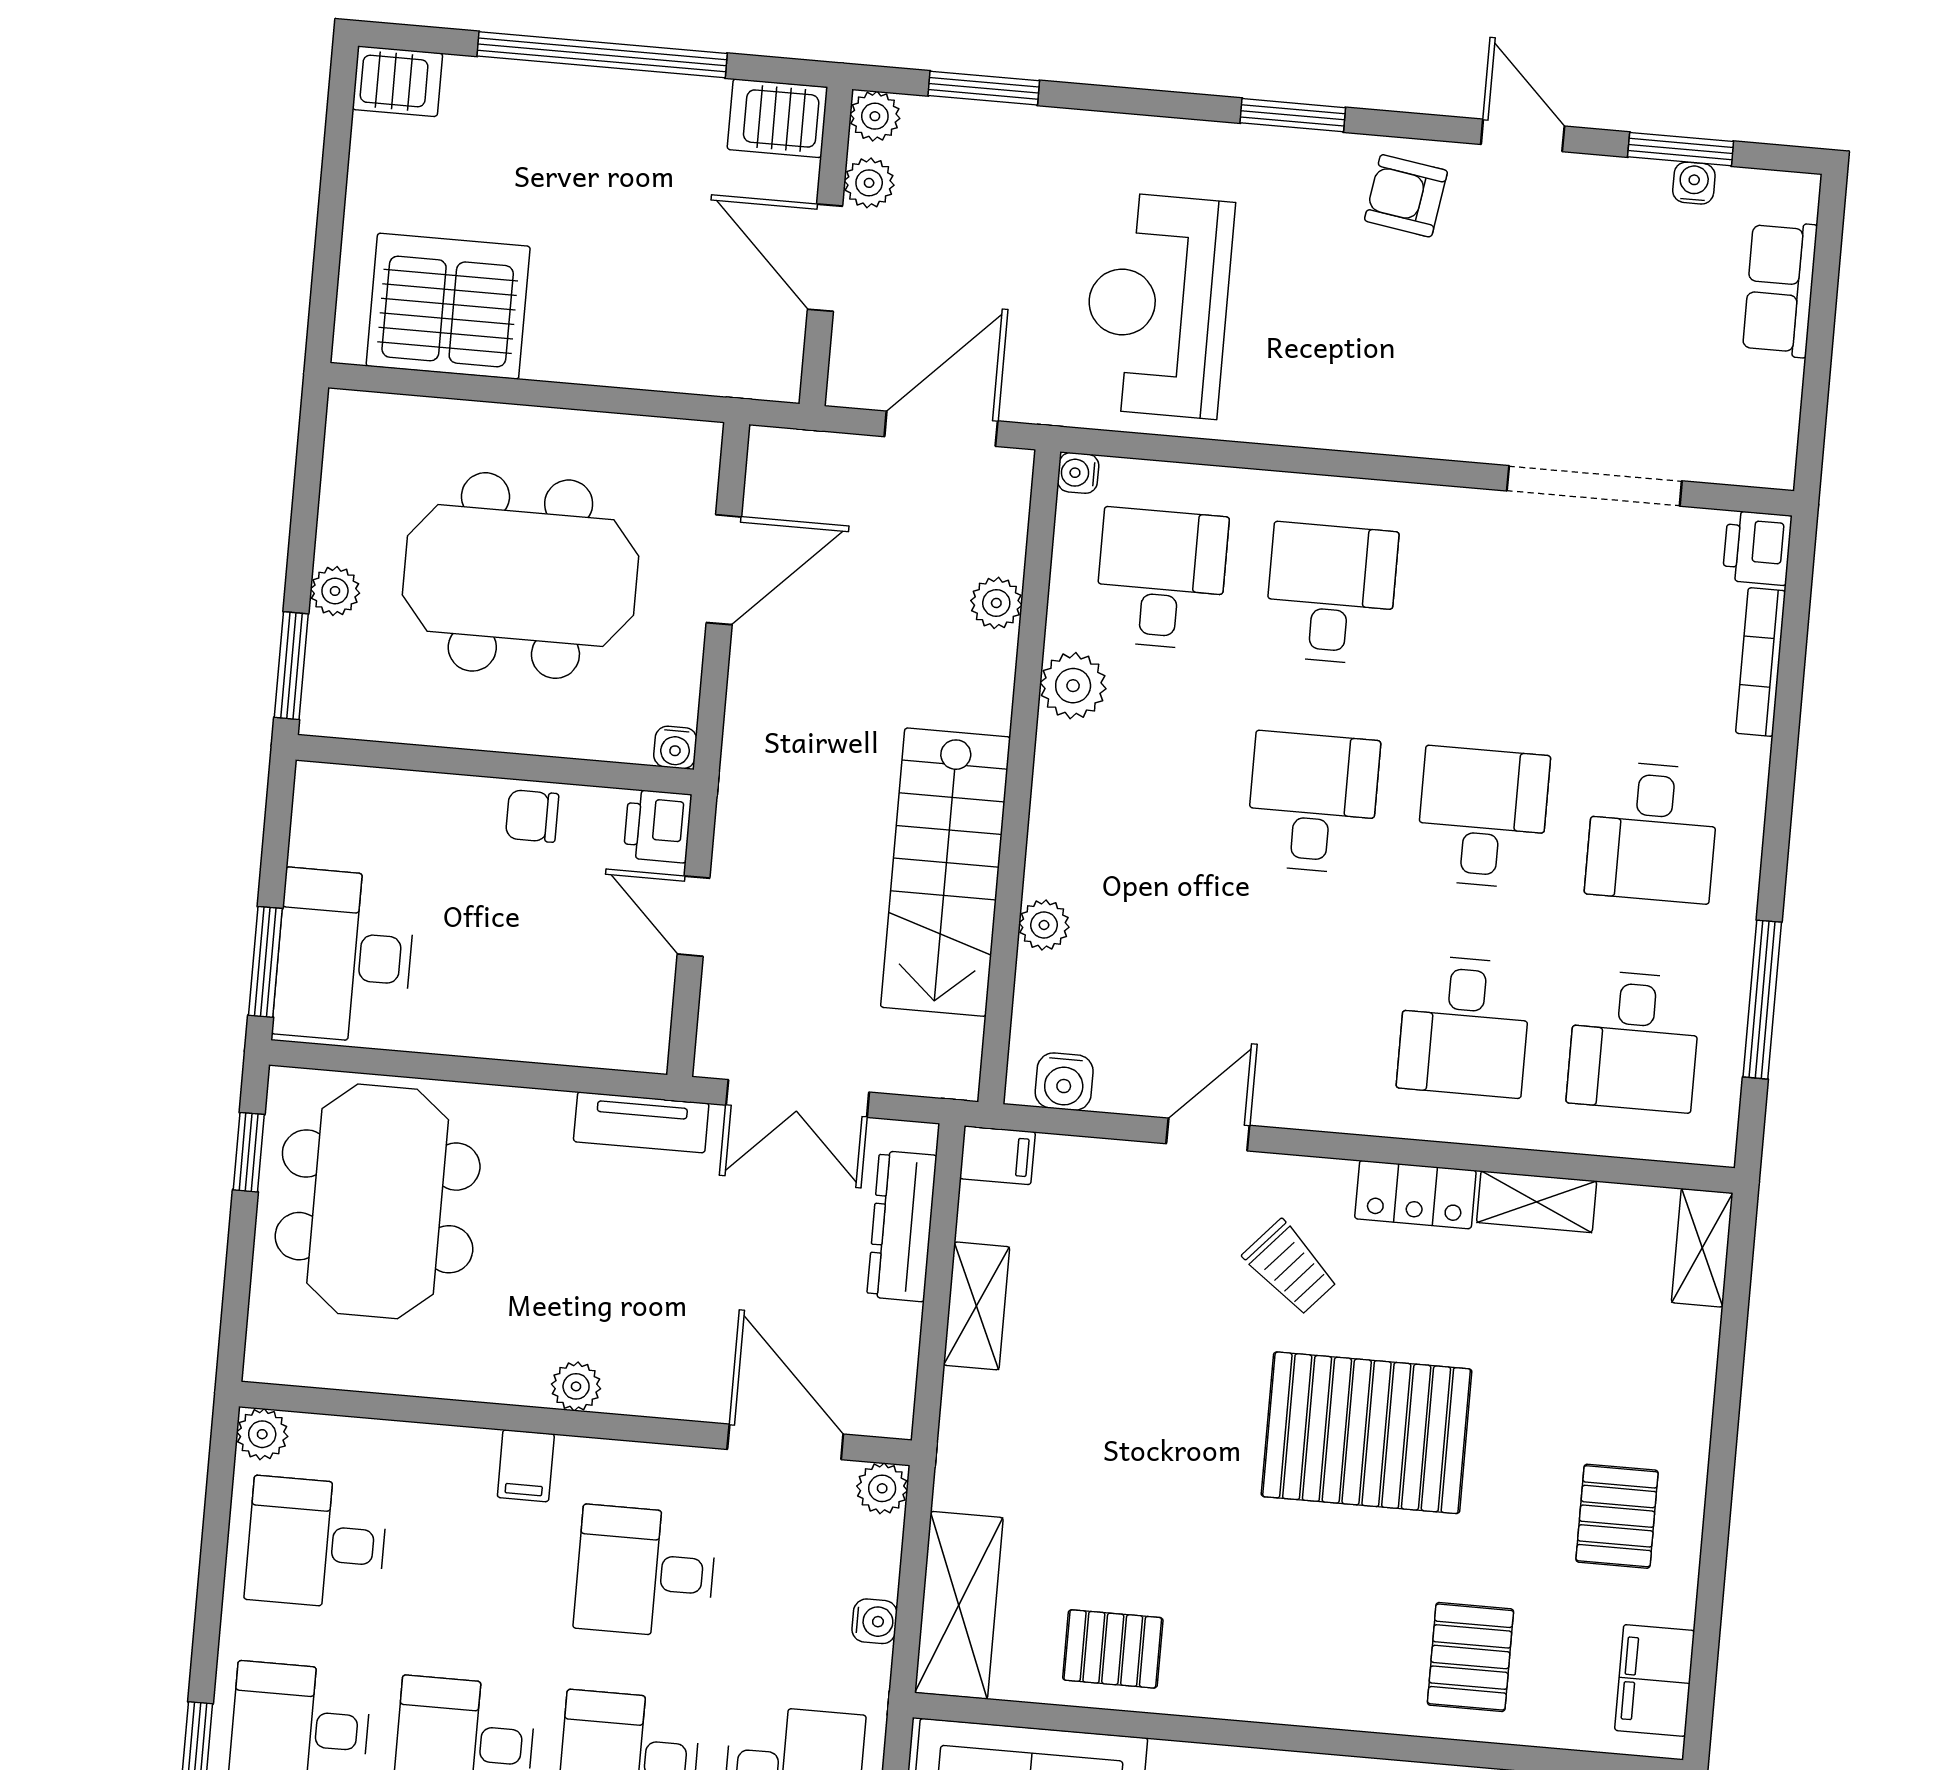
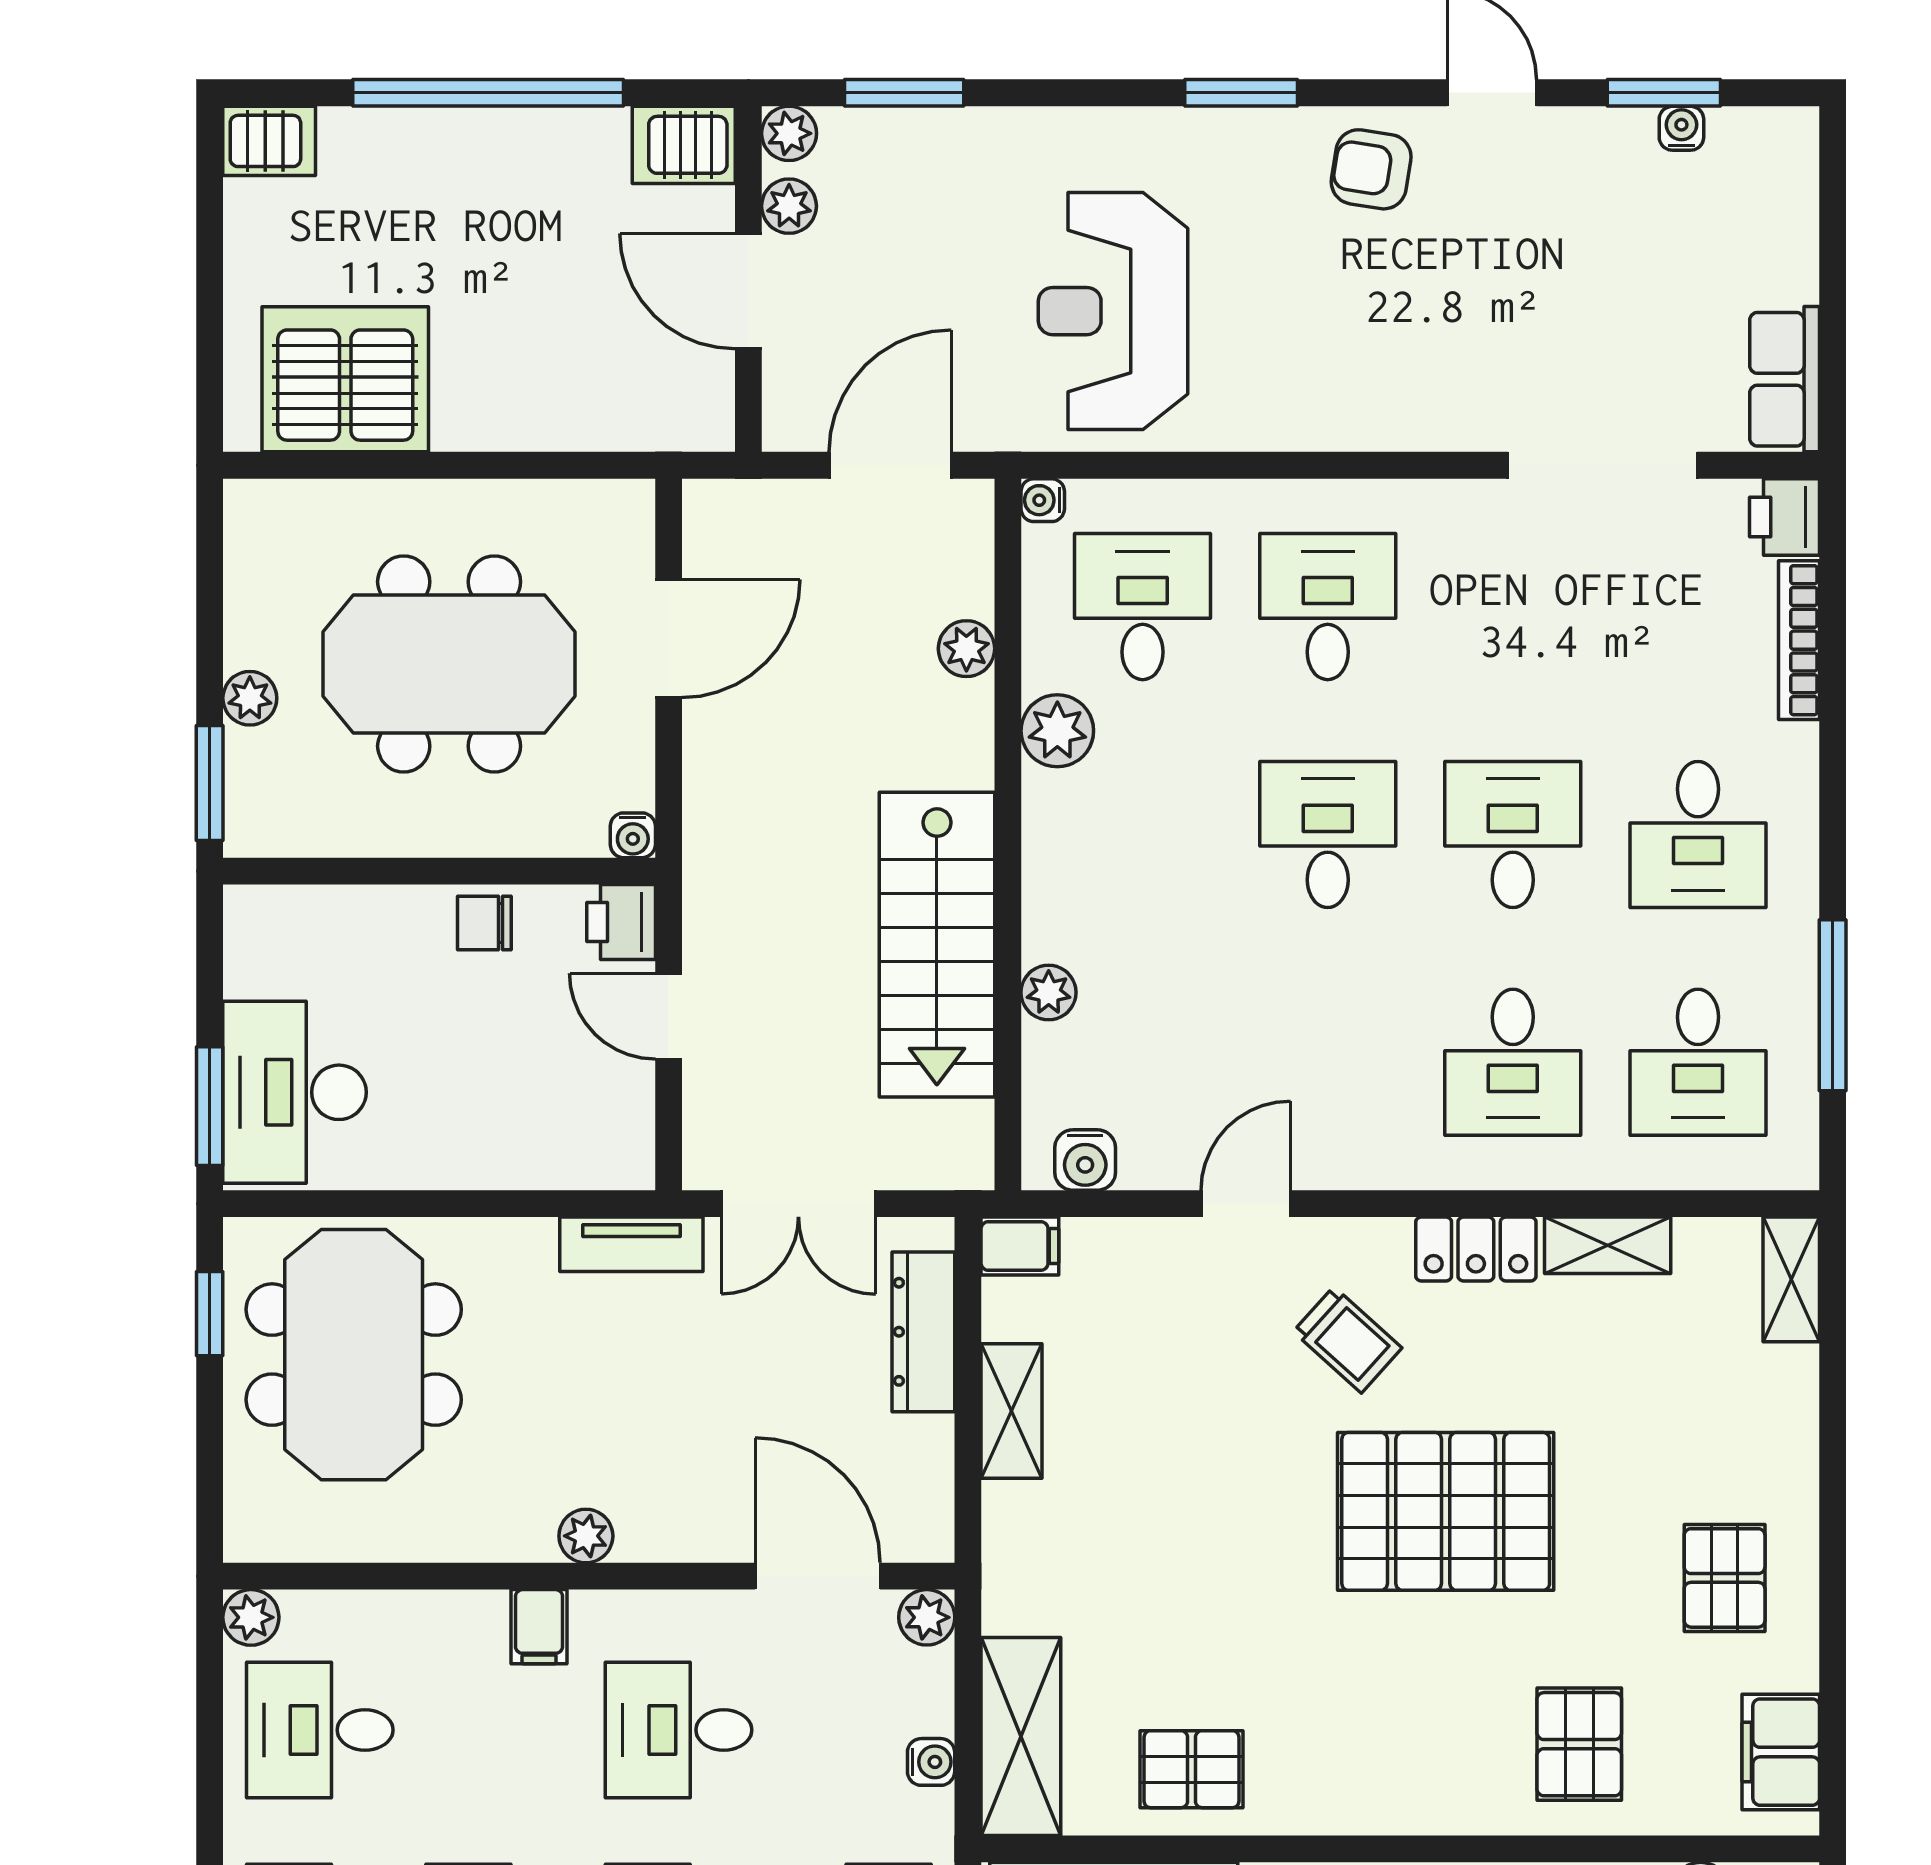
row of seats: (1780, 289) -> (1785, 379), moved

